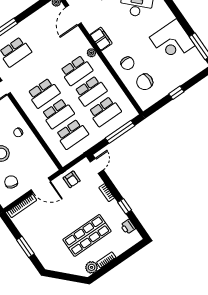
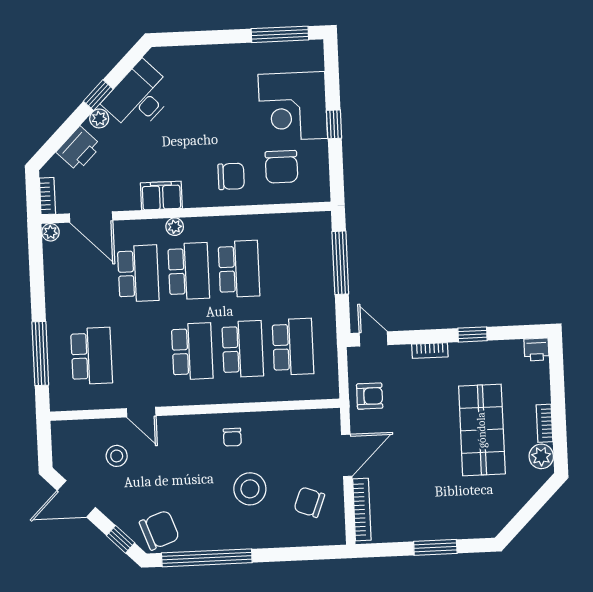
corner desk: (172, 41) -> (293, 106), moved, turned 90
school desk: (105, 112) -> (138, 273), moved
printer: (128, 227) -> (537, 350), moved

